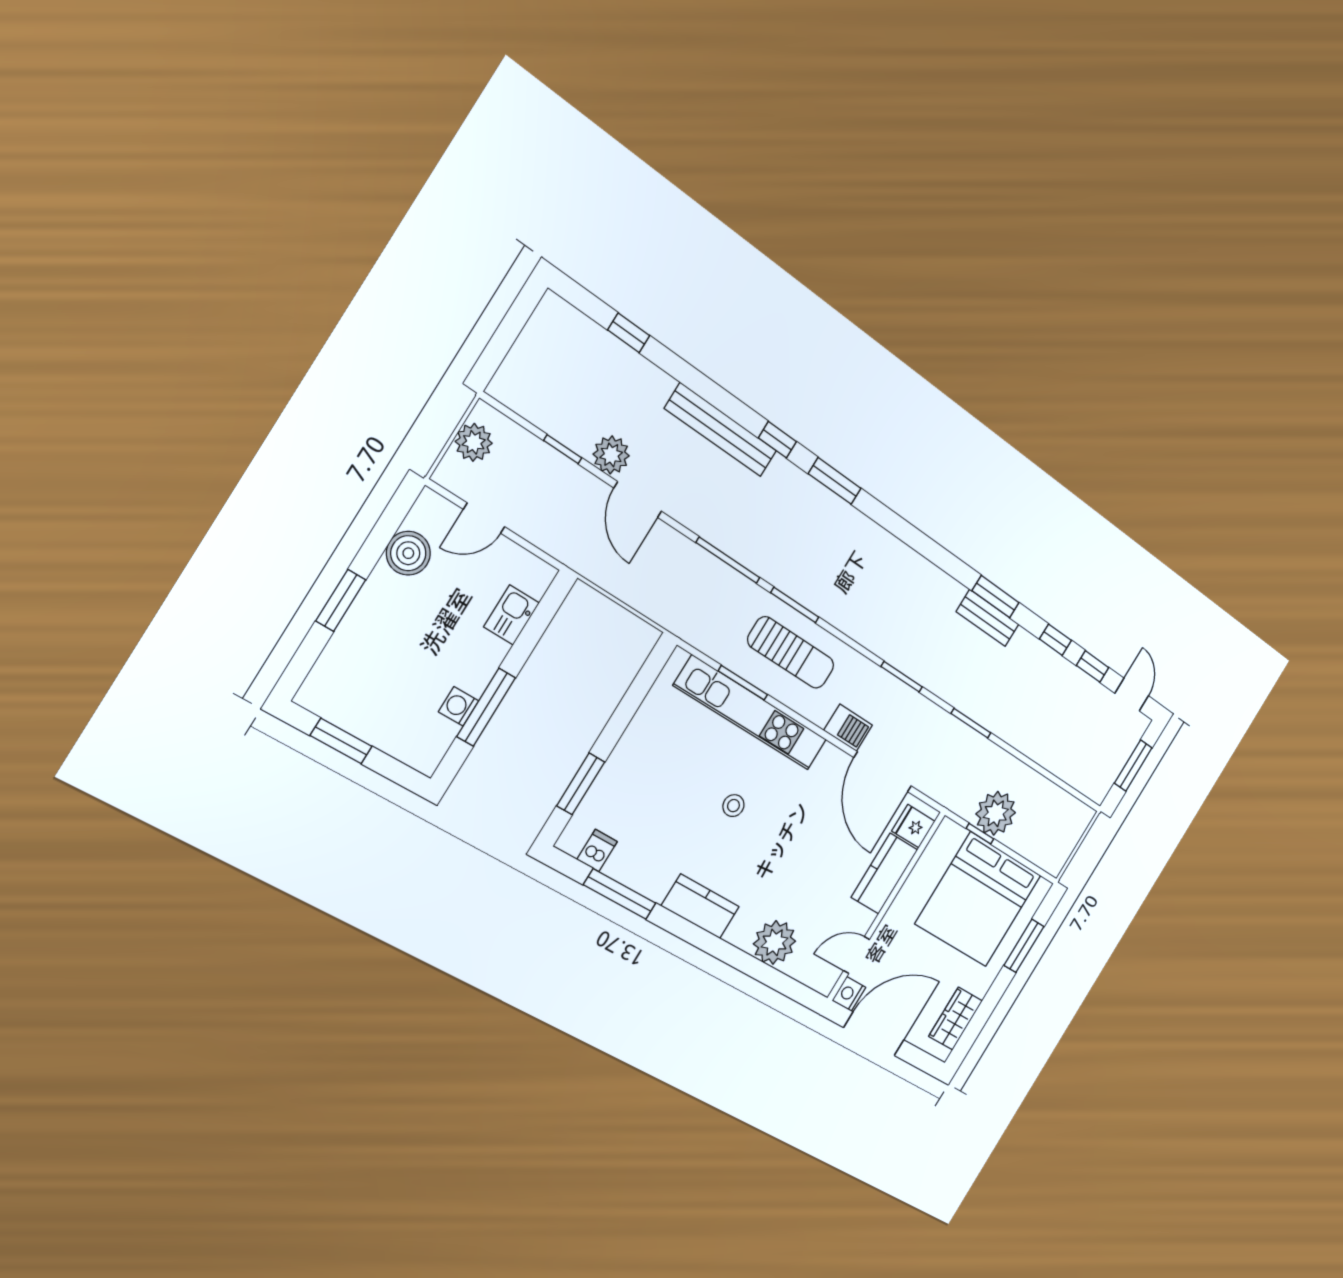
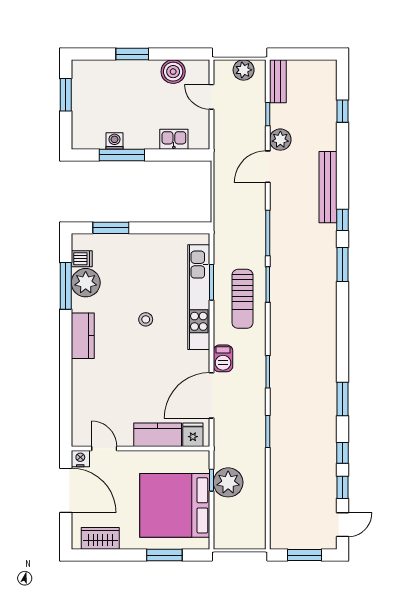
bench: (988, 618) -> (278, 81), moved
plant: (775, 942) -> (86, 283), moved

